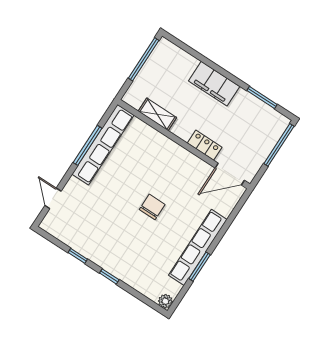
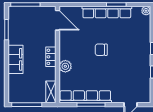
shelving: (157, 114) -> (51, 92), moved
plant: (161, 144) -> (65, 66), added
locker: (205, 145) -> (51, 57), moved

